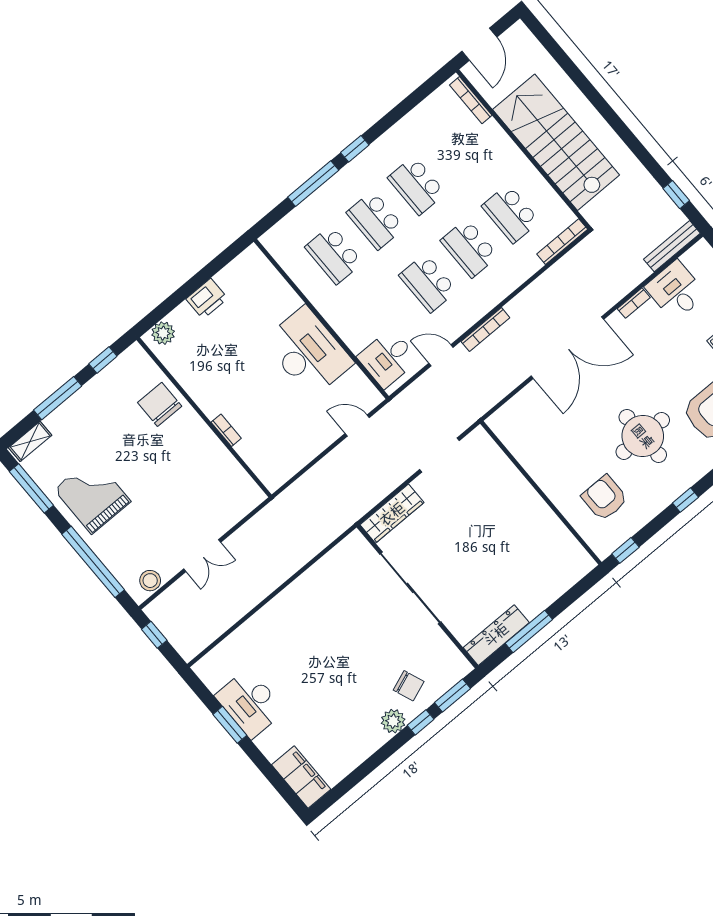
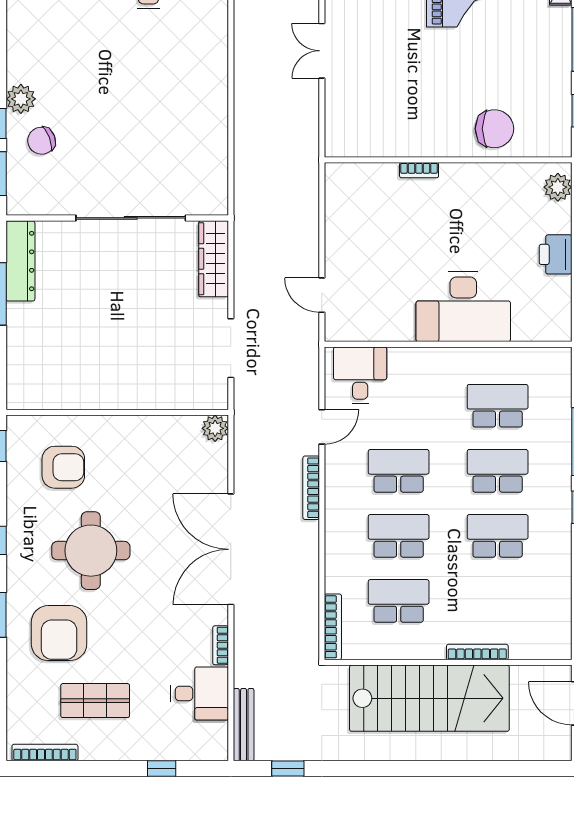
bookcase: (471, 100) -> (477, 652), moved
desk: (308, 352) -> (463, 306), moved
plant: (499, 422) -> (215, 428), added
door: (357, 425) -> (322, 295), swing flipped

